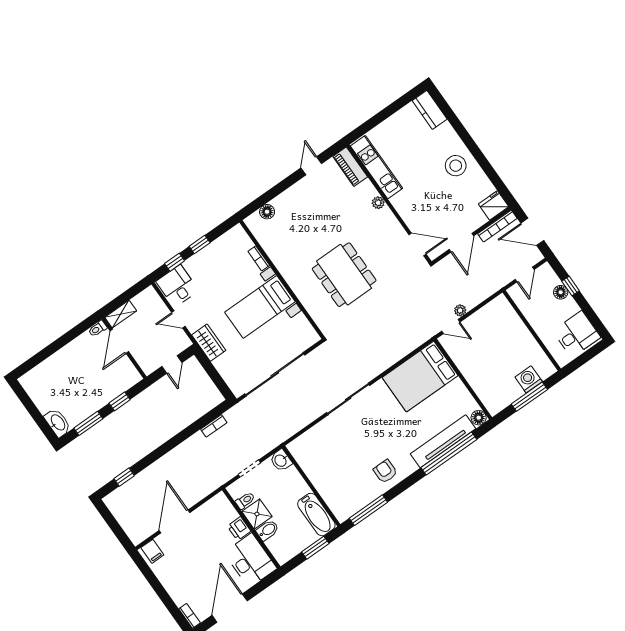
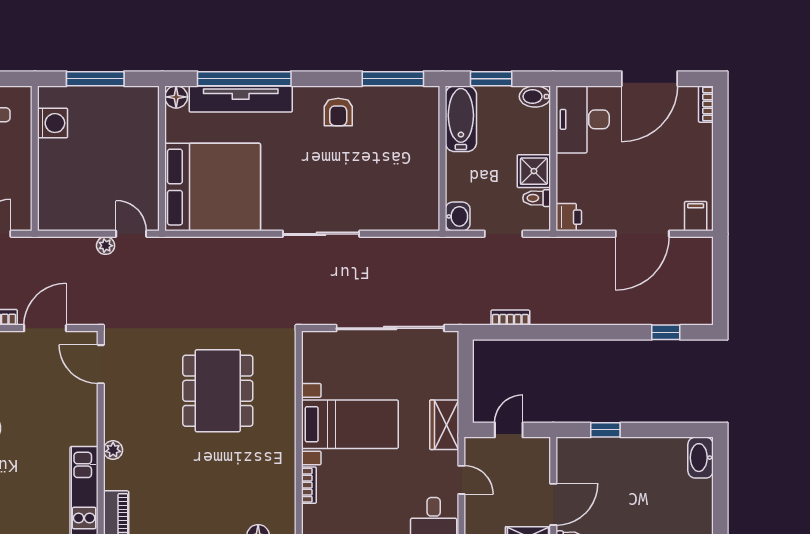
bed: (420, 376) -> (213, 187), width x1.36
washing machine: (529, 379) -> (53, 123), moved, turned -90
window: (88, 423) -> (663, 430), removed
printer: (239, 529) -> (569, 217), moved
bidet: (268, 530) -> (535, 96), moved

